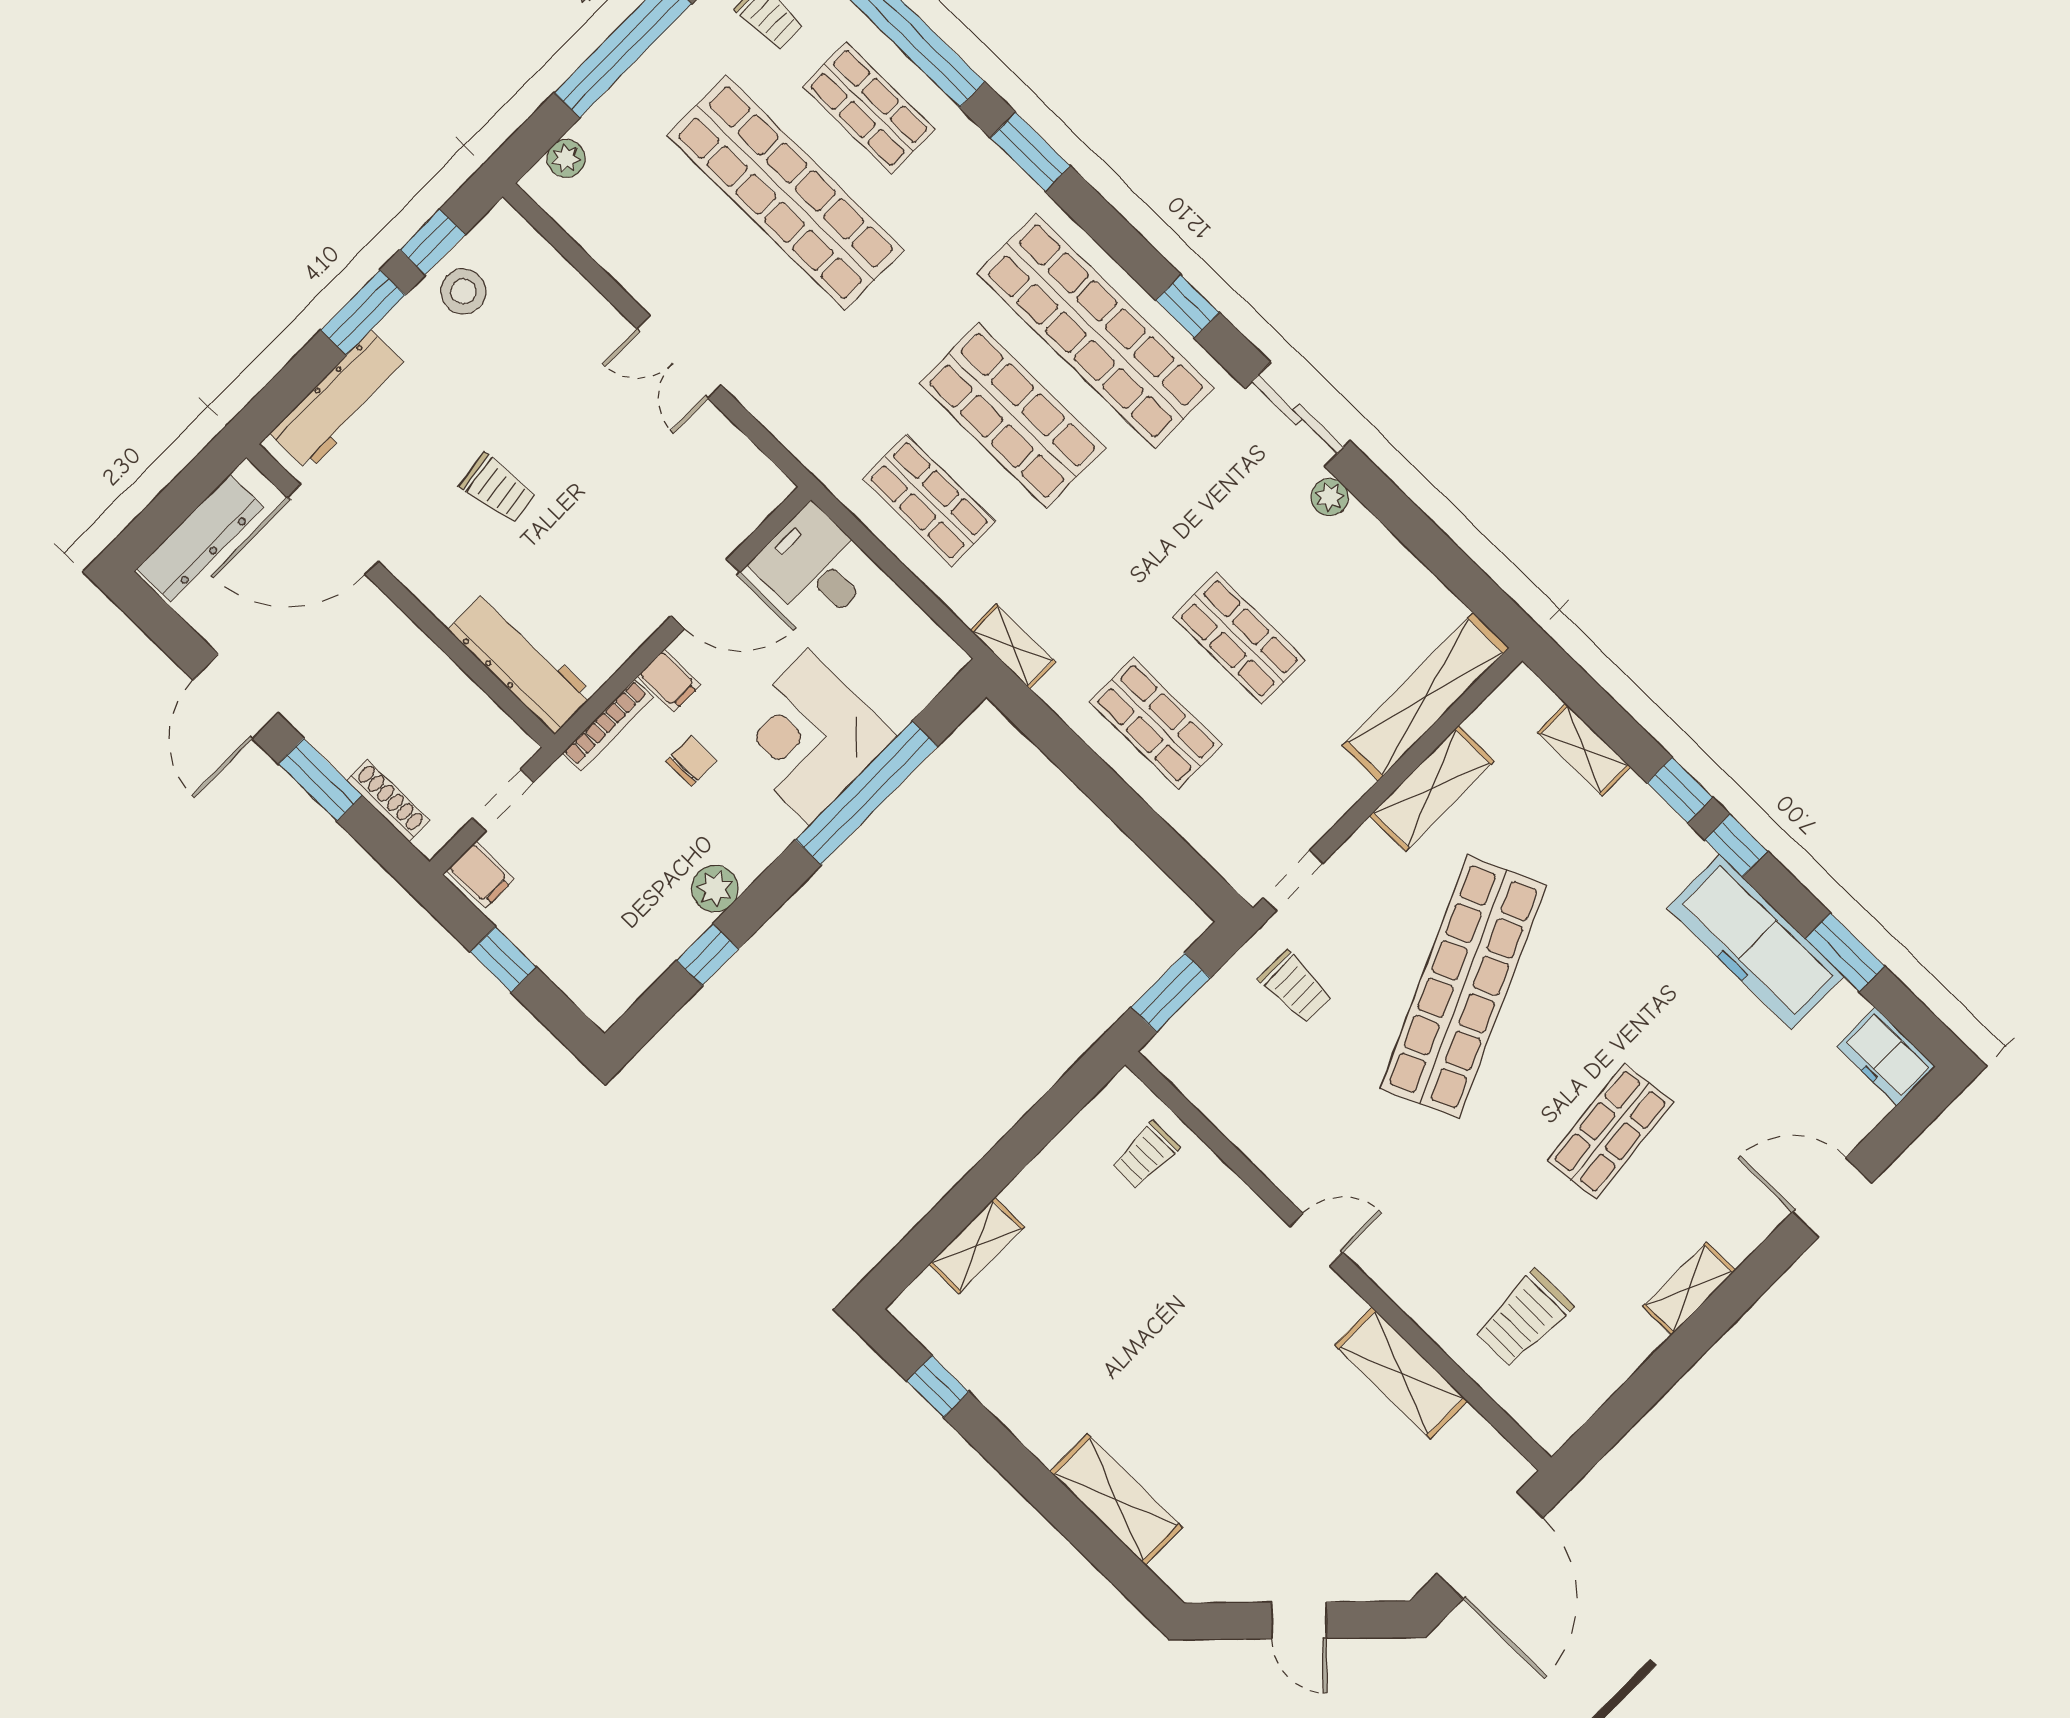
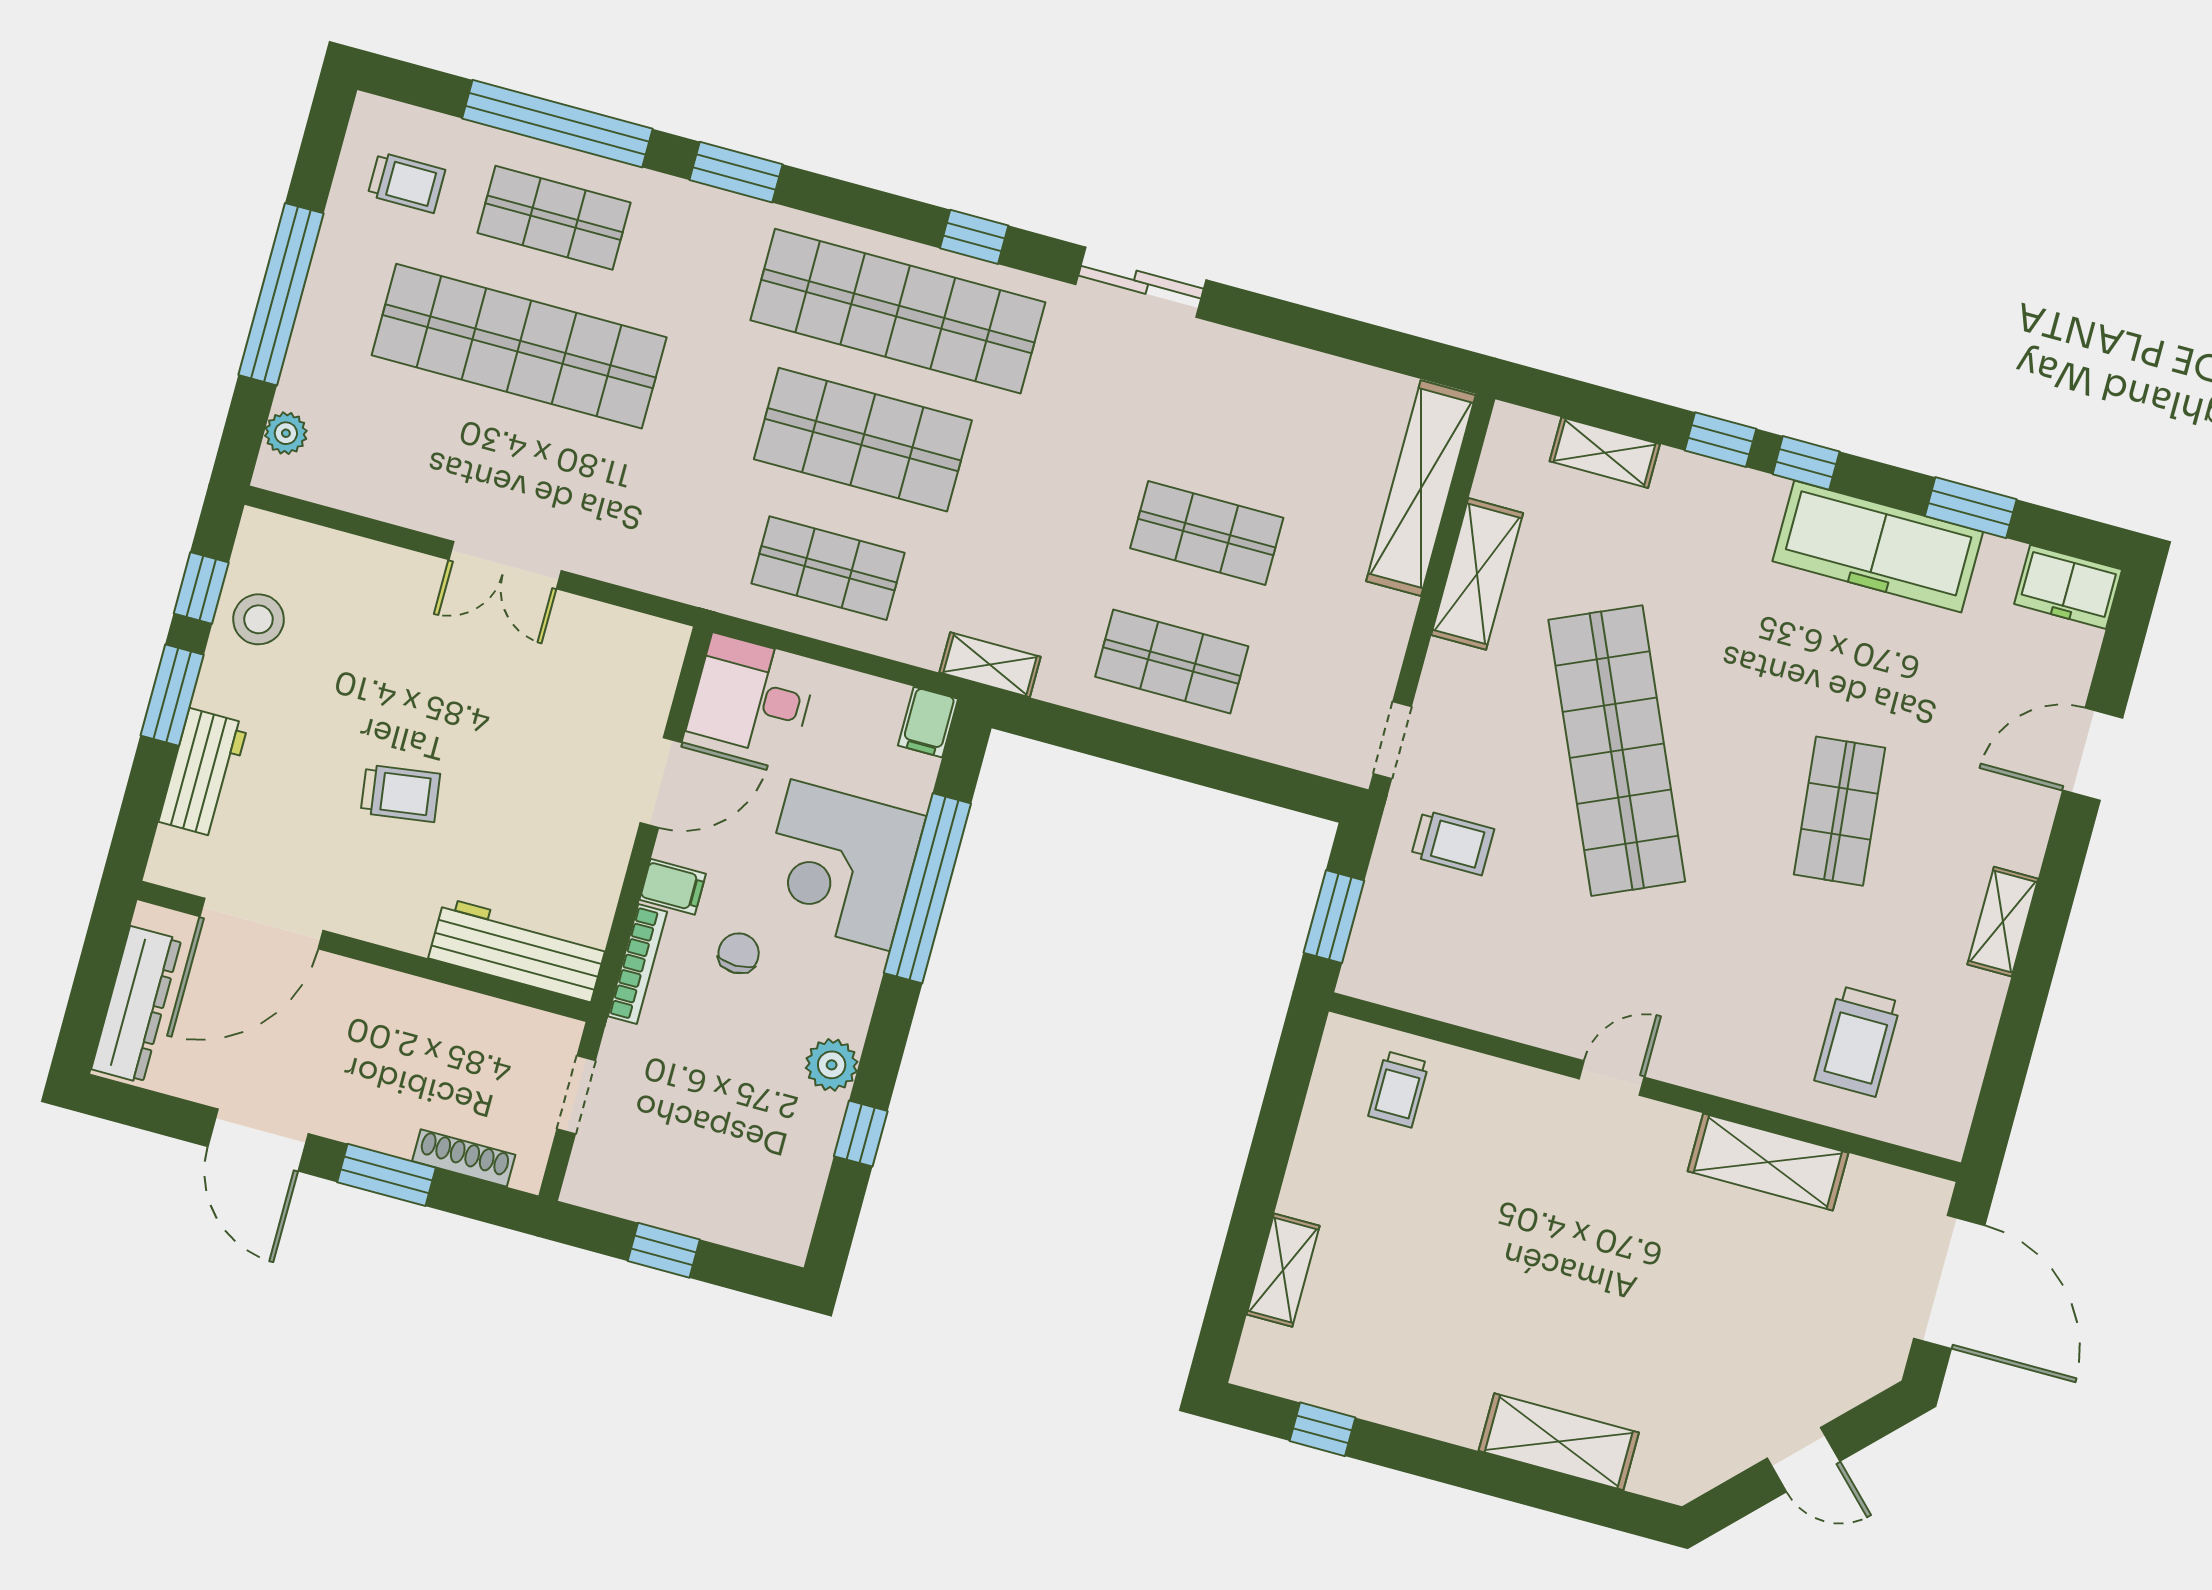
workbench: (340, 401) -> (203, 773), width x0.73
plant: (1330, 497) -> (1218, 345), removed
filing cabinet: (480, 875) -> (928, 722), moved, turned 90

